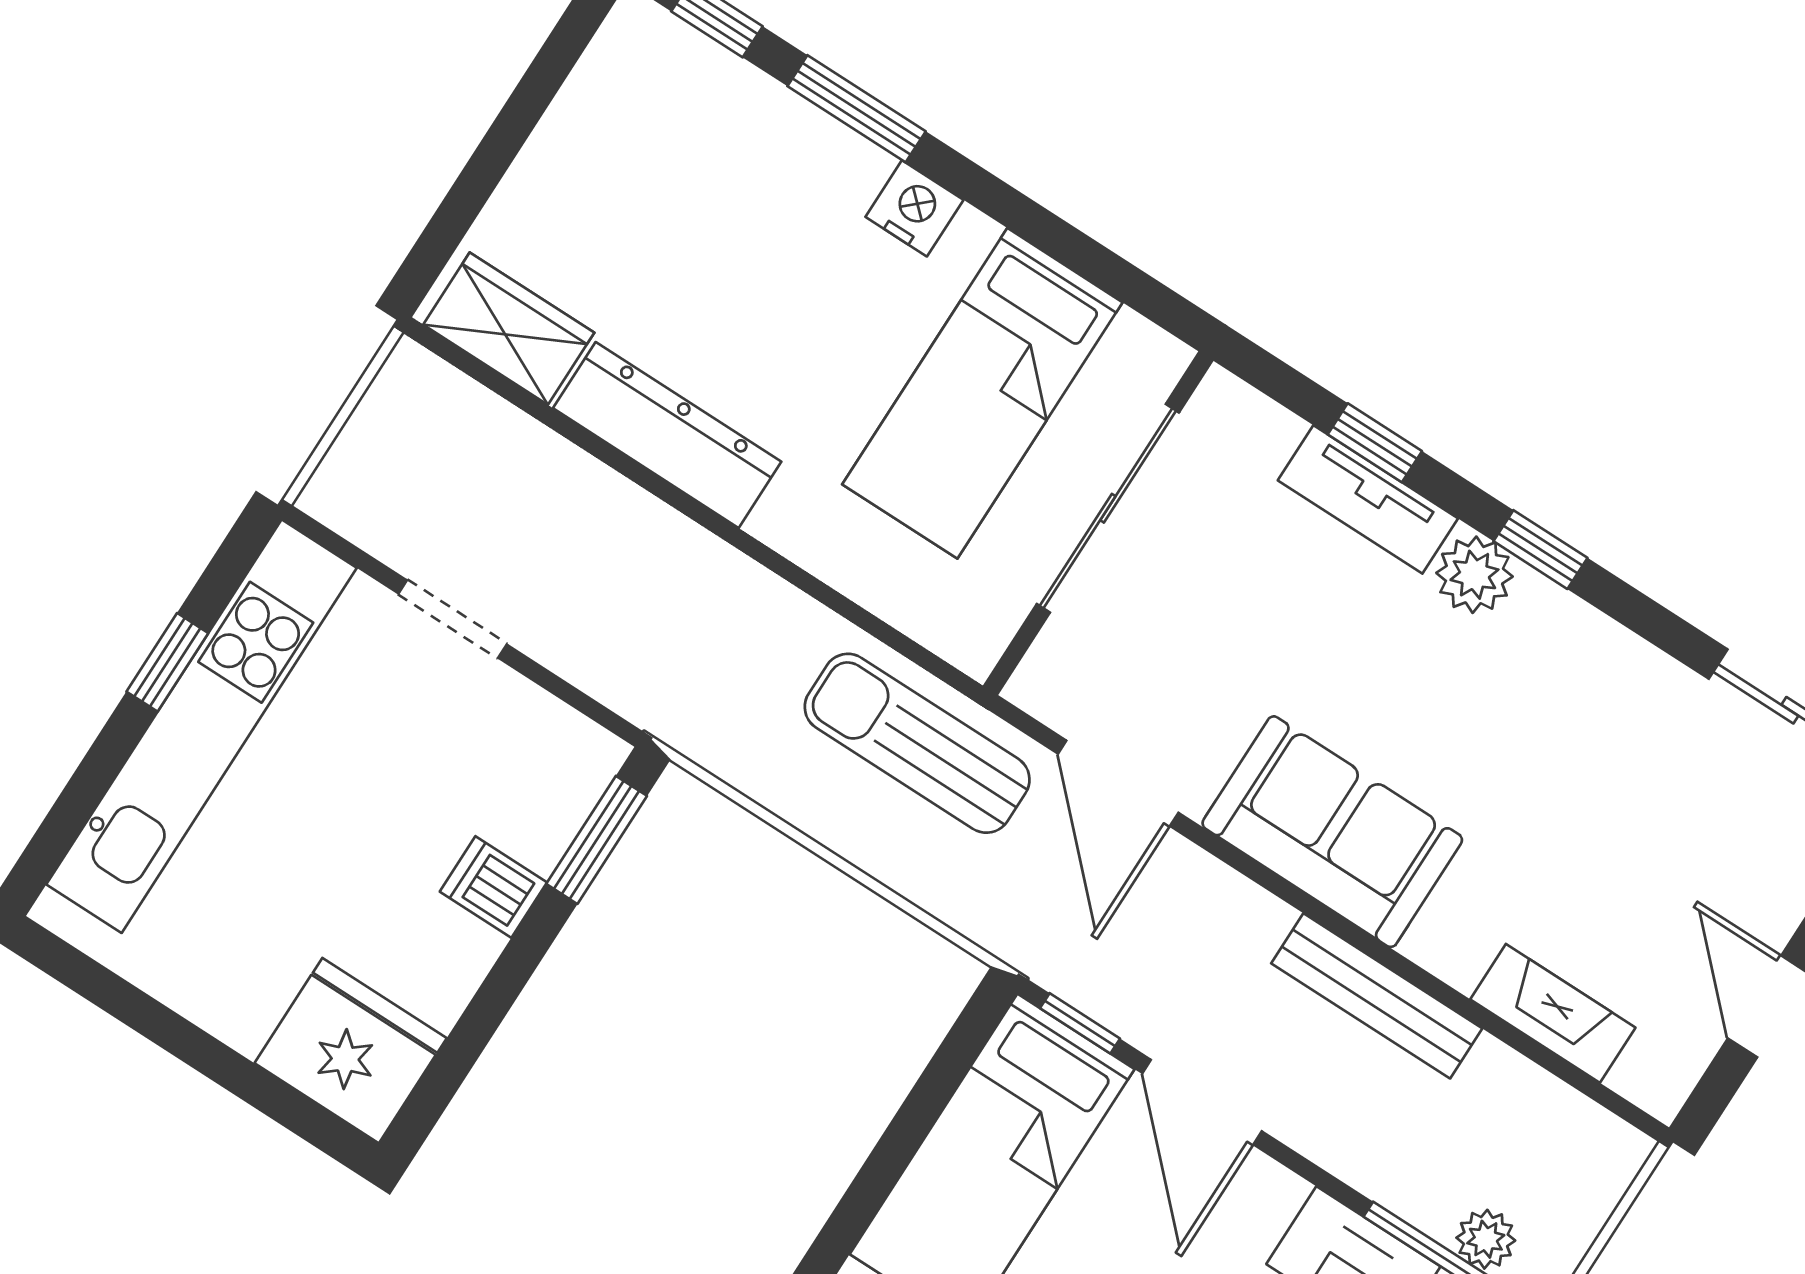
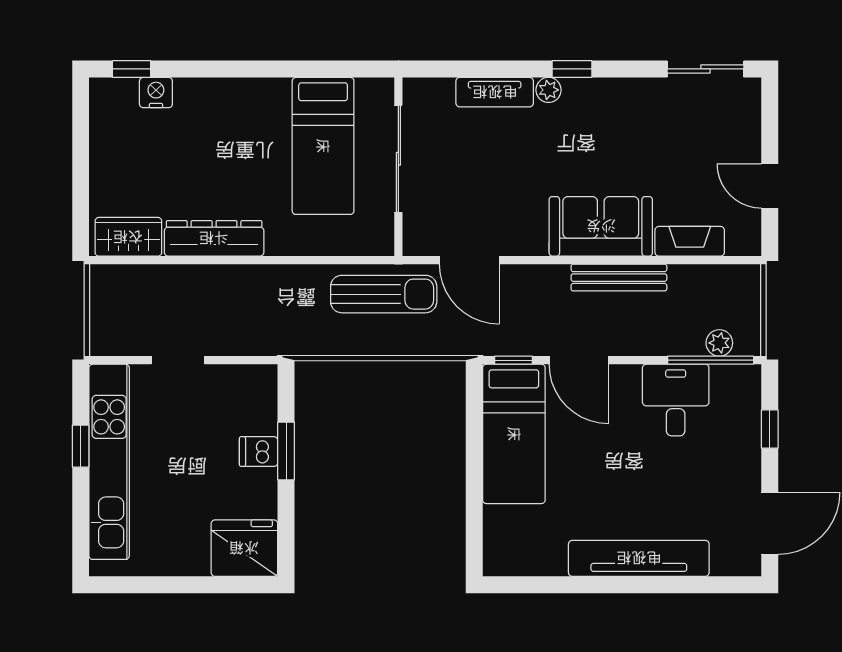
window: (857, 109) -> (206, 69), removed
nightstand: (914, 208) -> (156, 93), moved
window: (1375, 443) -> (483, 69), removed
plant: (1474, 575) -> (549, 90), width x0.73, depth x0.73
sun lounger: (917, 743) -> (384, 294), turned 180
sofa: (1332, 832) -> (601, 226), moved
window: (597, 840) -> (286, 451), moved

